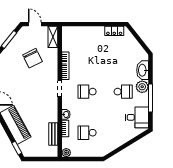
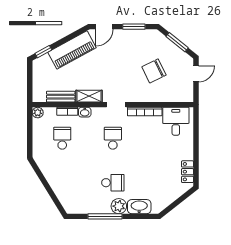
shelving: (53, 37) -> (89, 96), moved
school desk: (123, 92) -> (113, 183), turned -90
desk: (137, 117) -> (176, 121), moved, turned 180

